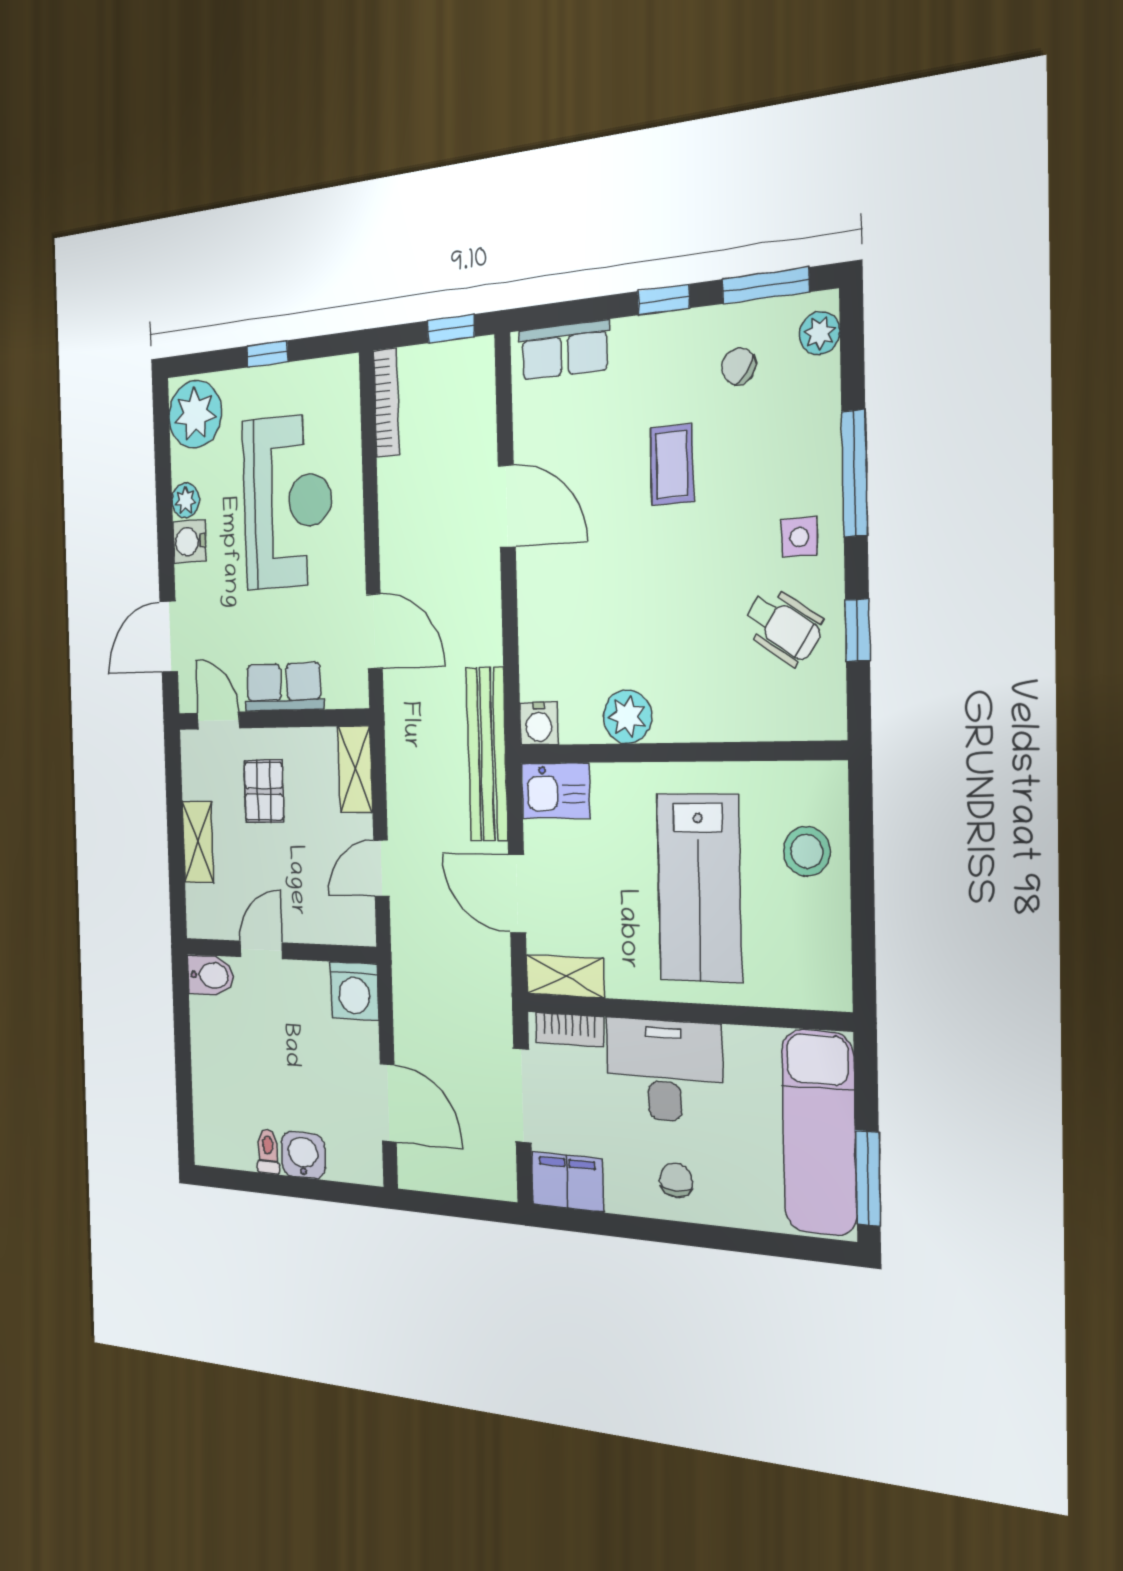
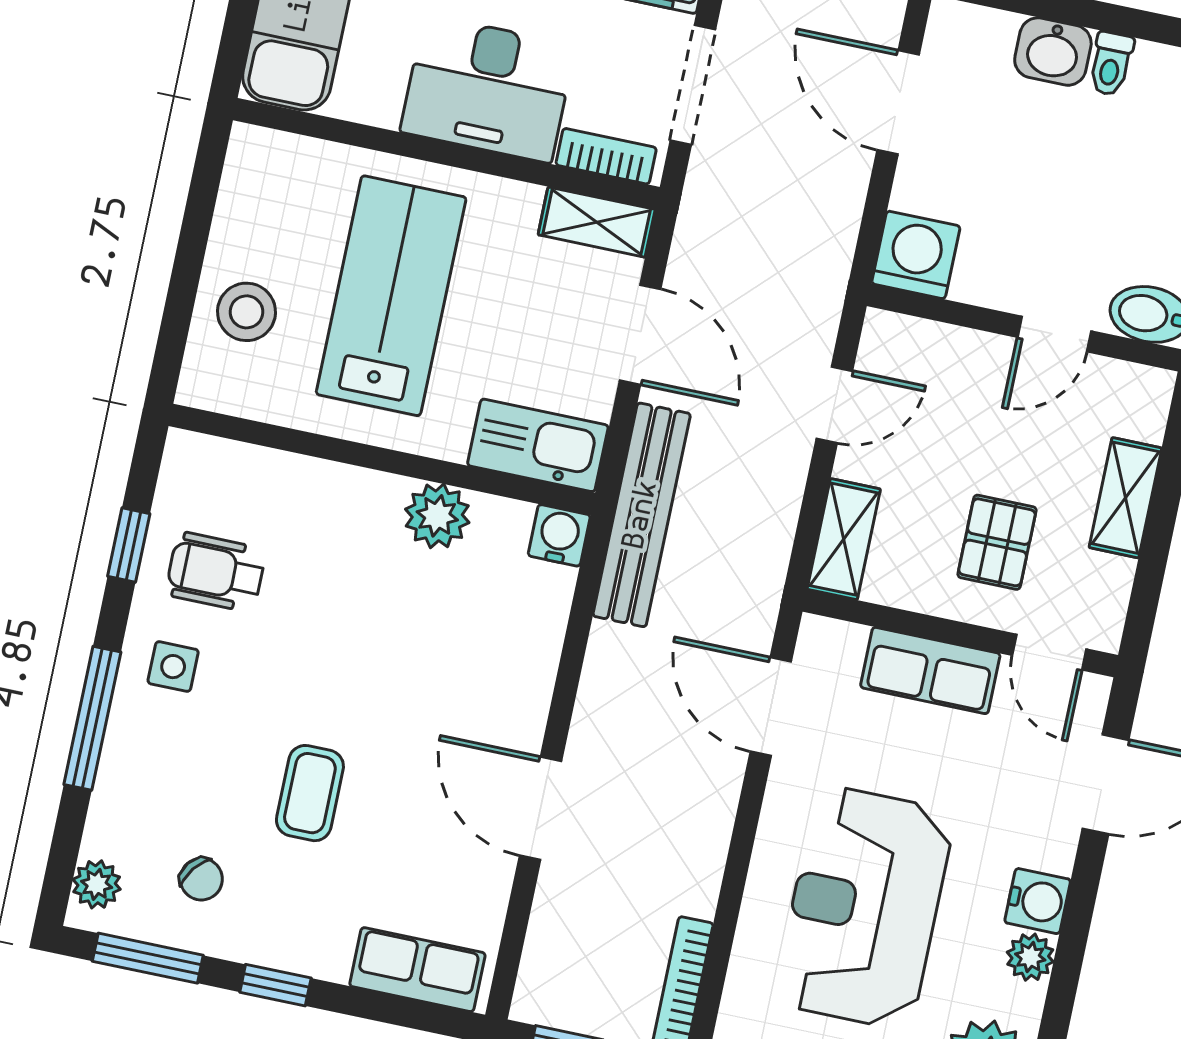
wheelchair: (783, 626) -> (216, 572), turned -34
kitchen sink: (556, 791) -> (538, 445), width x1.38

